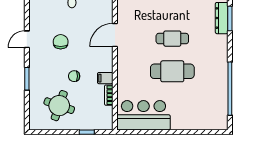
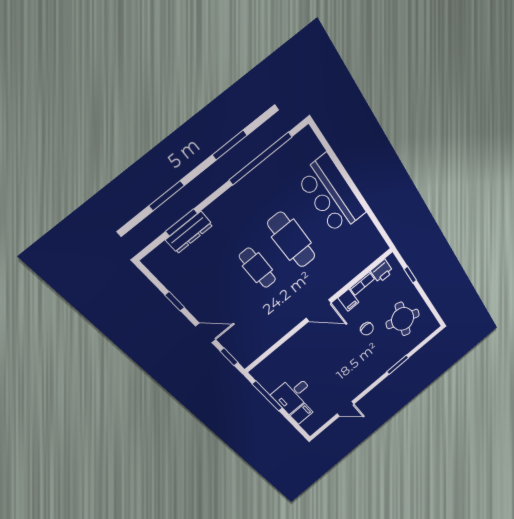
door: (115, 35) -> (319, 310), moved
door: (27, 39) -> (345, 409), moved
chair: (61, 42) -> (344, 366), removed
printer: (106, 114) -> (382, 271), added
bar counter: (143, 115) -> (332, 195), moved

